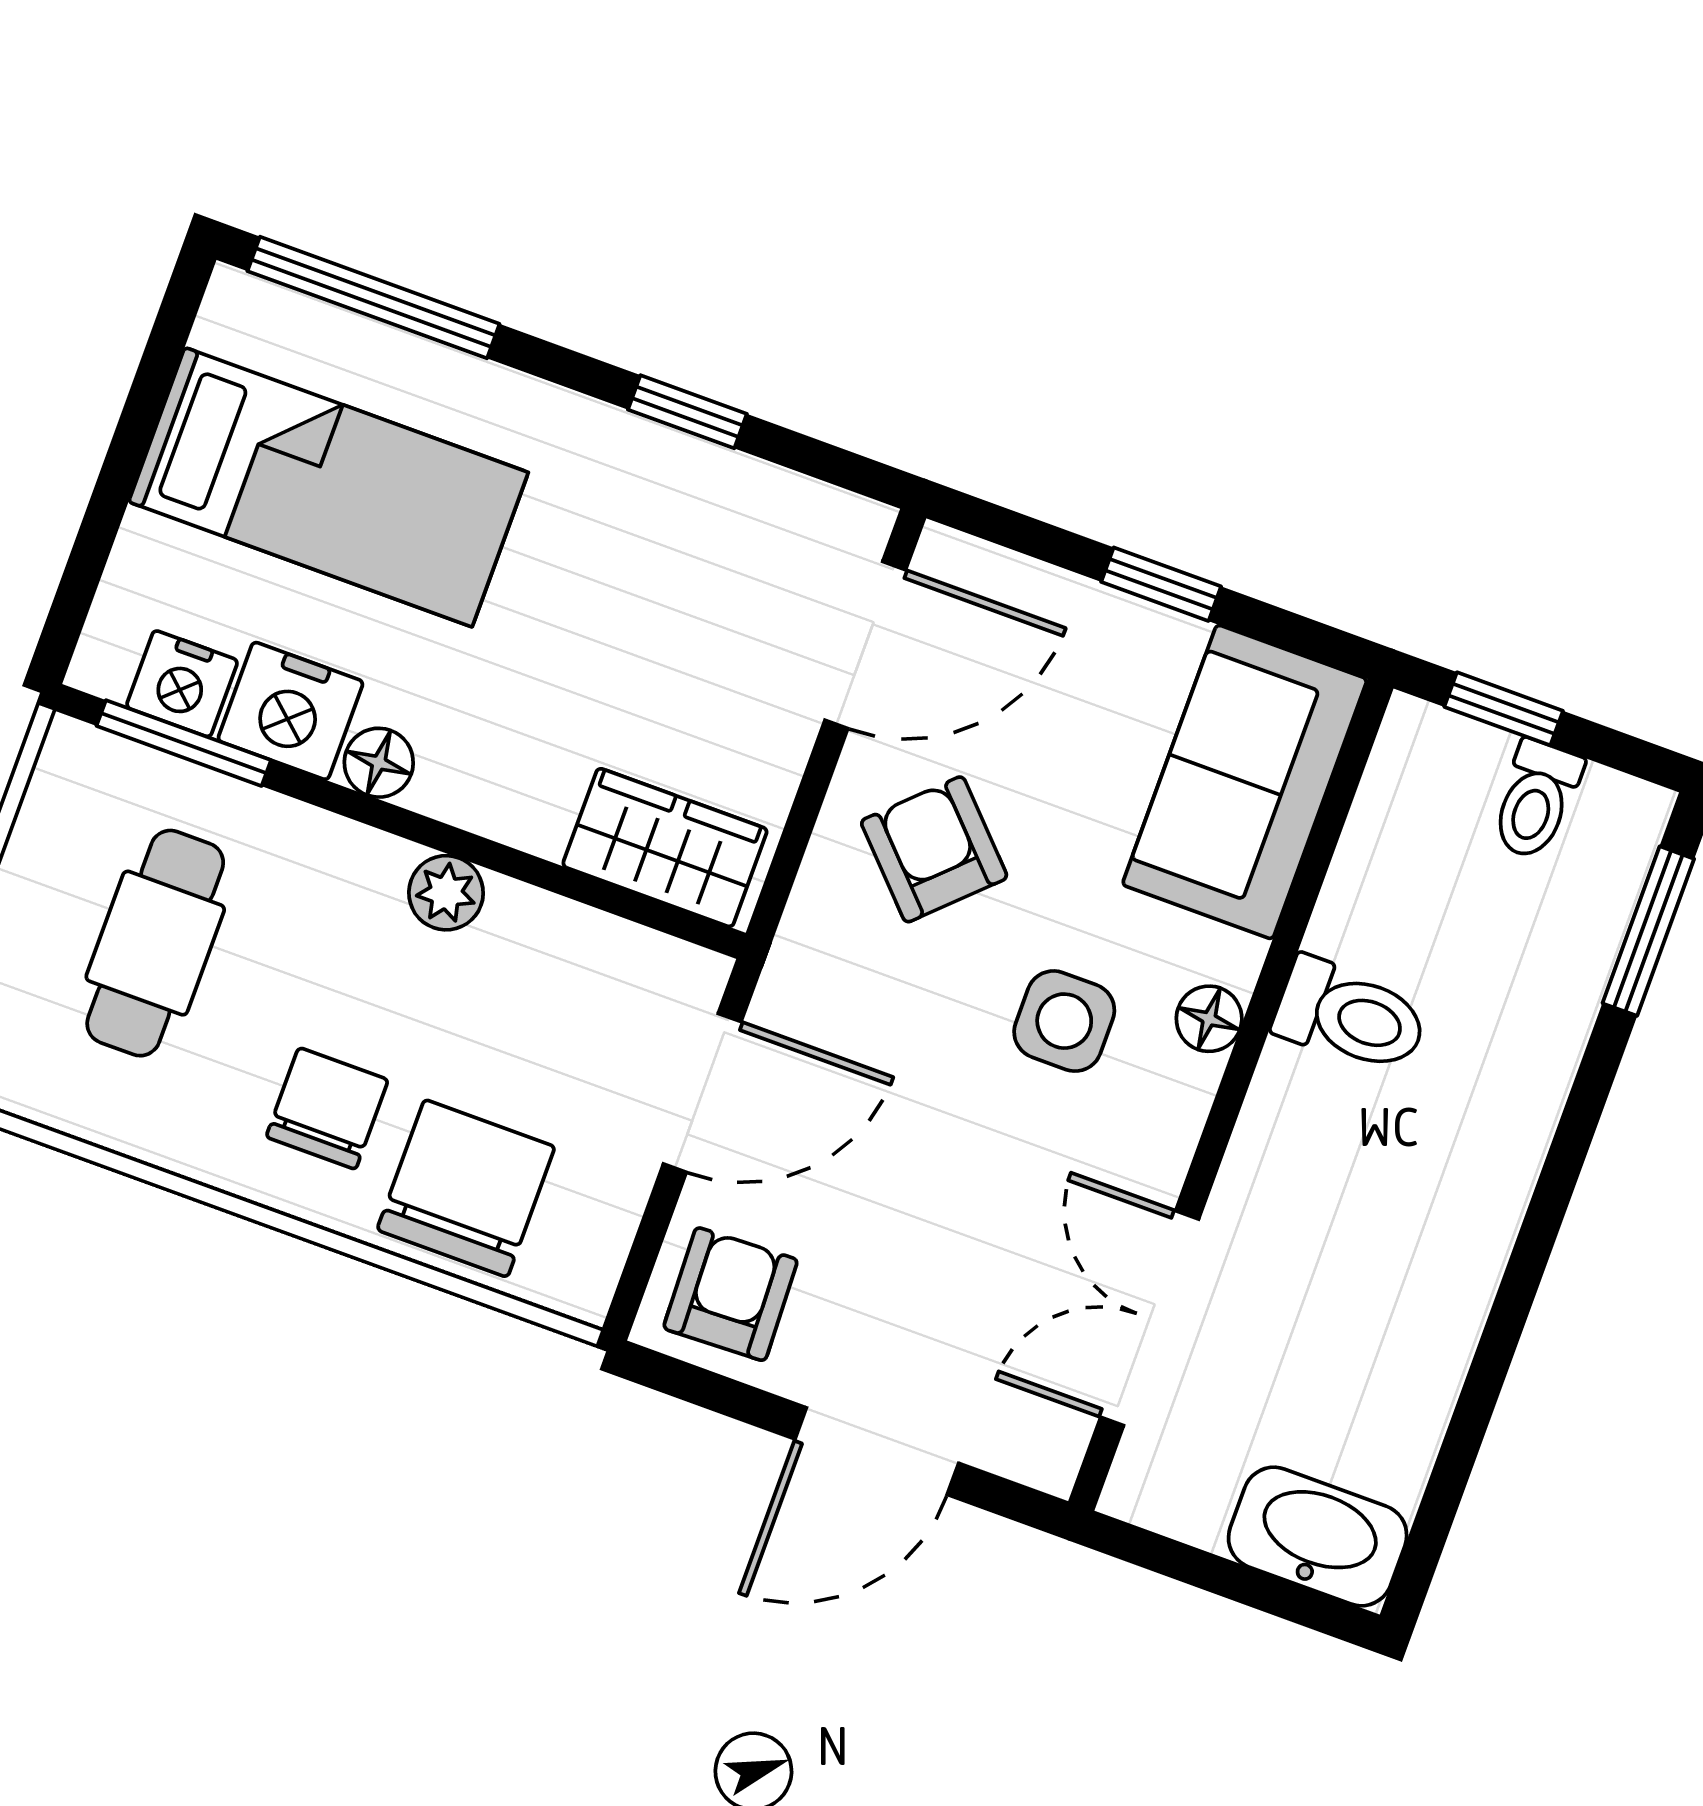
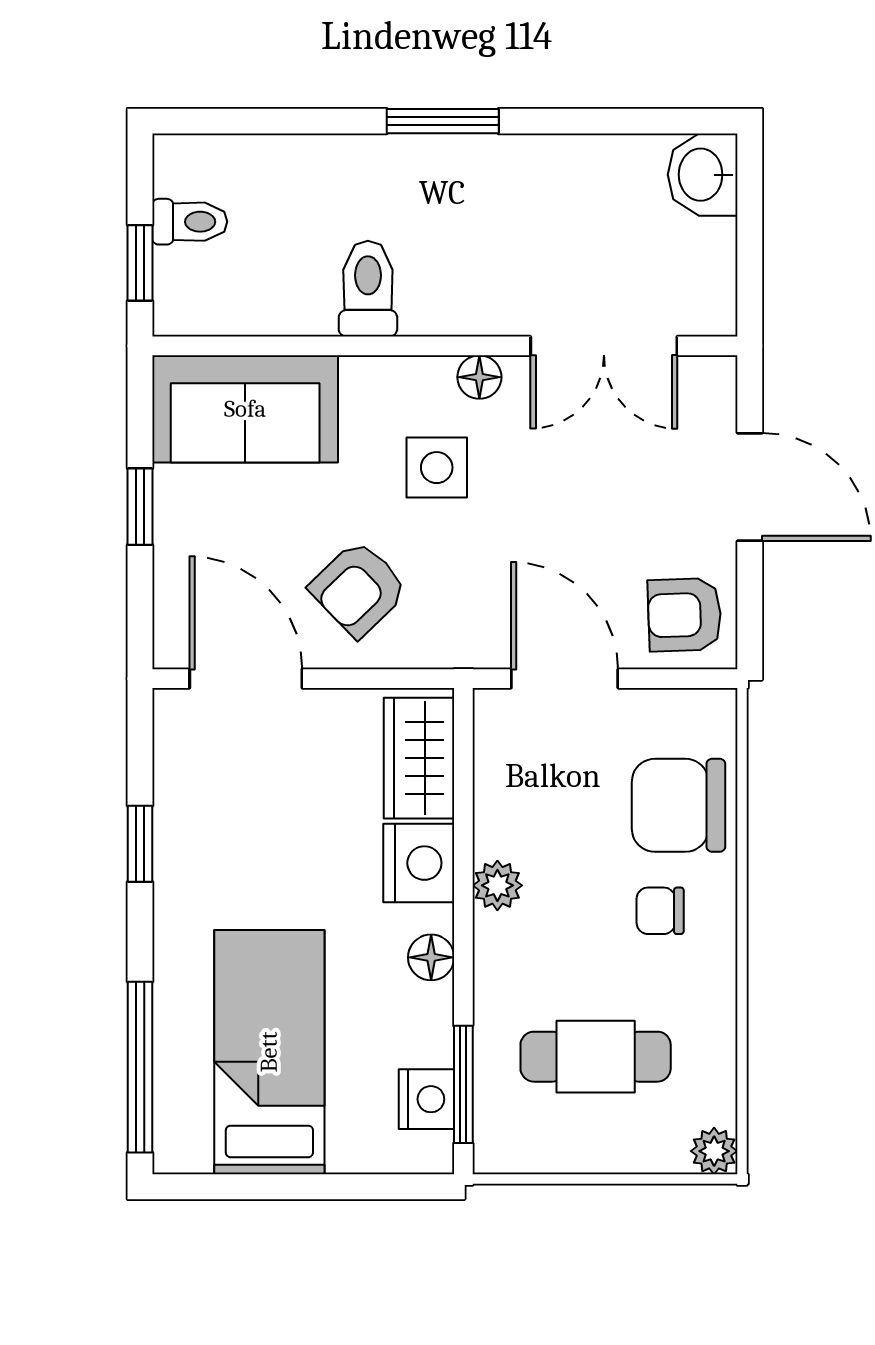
nightstand: (290, 711) -> (419, 863), moved
window: (1648, 931) -> (443, 121), moved
floor lamp: (1209, 1019) -> (479, 377), moved
chair: (327, 1108) -> (660, 911), width x0.73, depth x0.73
washbasin: (1318, 1537) -> (703, 175), width x0.72

